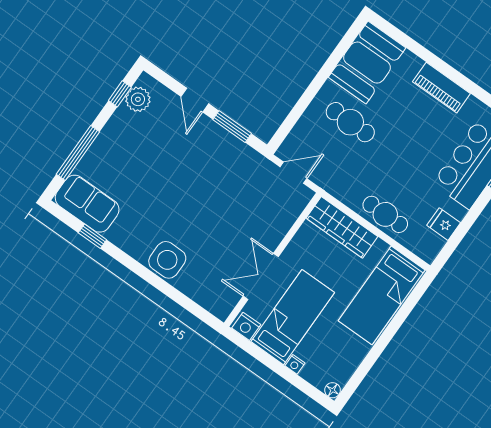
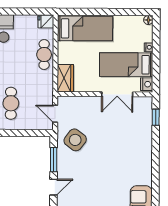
fridge: (444, 224) -> (46, 21), moved, turned 90
wardrobe: (342, 227) -> (65, 78), width x0.67
window: (92, 236) -> (156, 117), moved
side table: (167, 260) -> (75, 140), moved, turned 37

